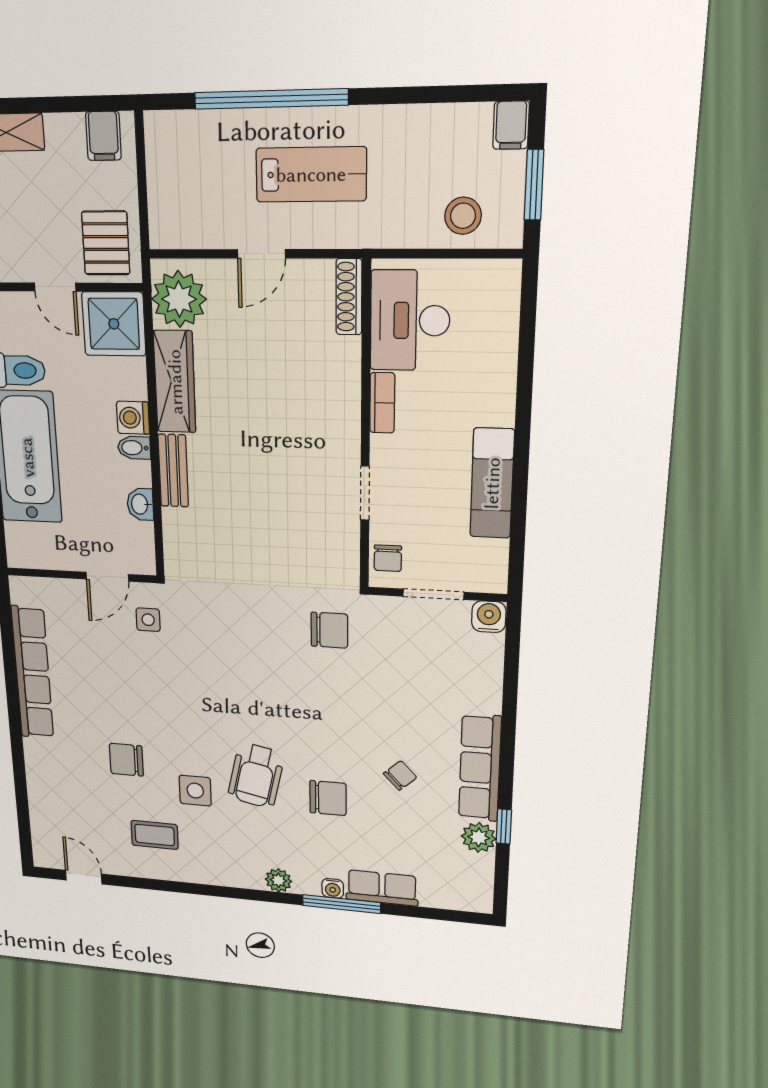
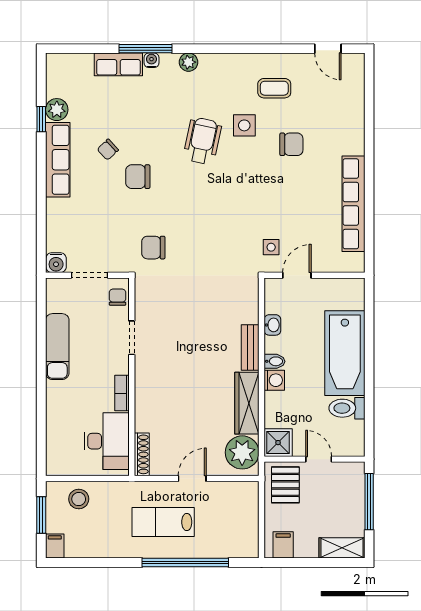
shower: (114, 324) -> (278, 443), width x0.73, depth x0.73
chair: (328, 798) -> (138, 177), moved

